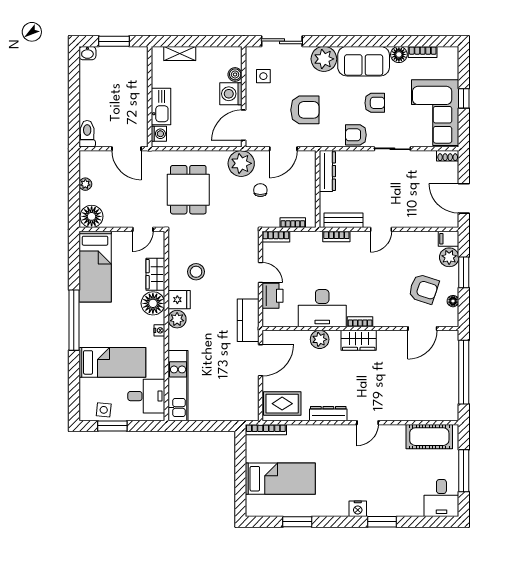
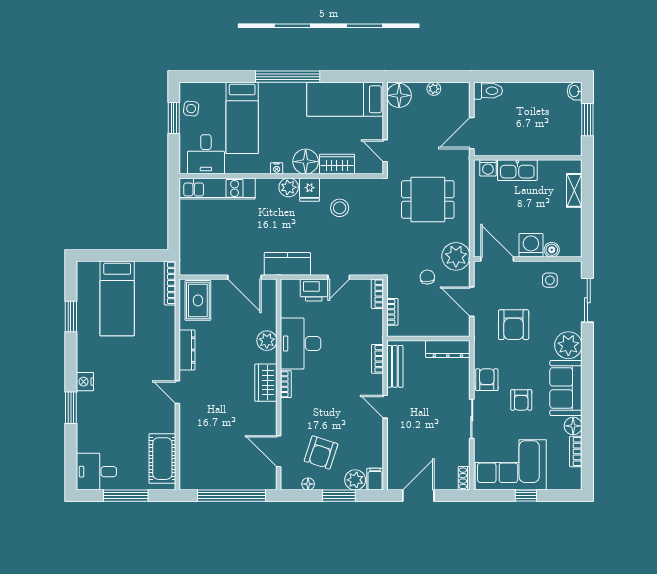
chair: (260, 190) -> (427, 277), turned -94

